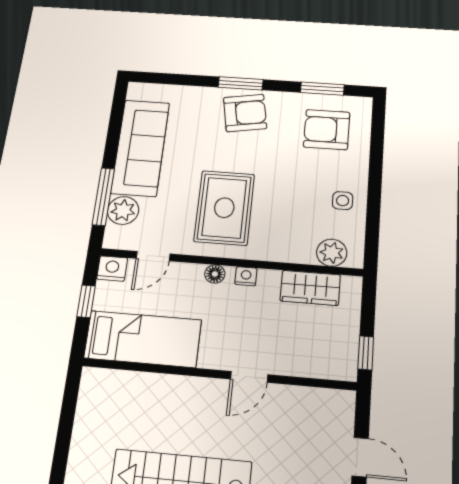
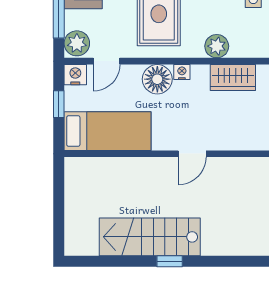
plant: (123, 210) -> (77, 43), moved
plant: (332, 253) -> (217, 46), moved
floor lamp: (215, 274) -> (157, 79), width x1.89, depth x1.89

